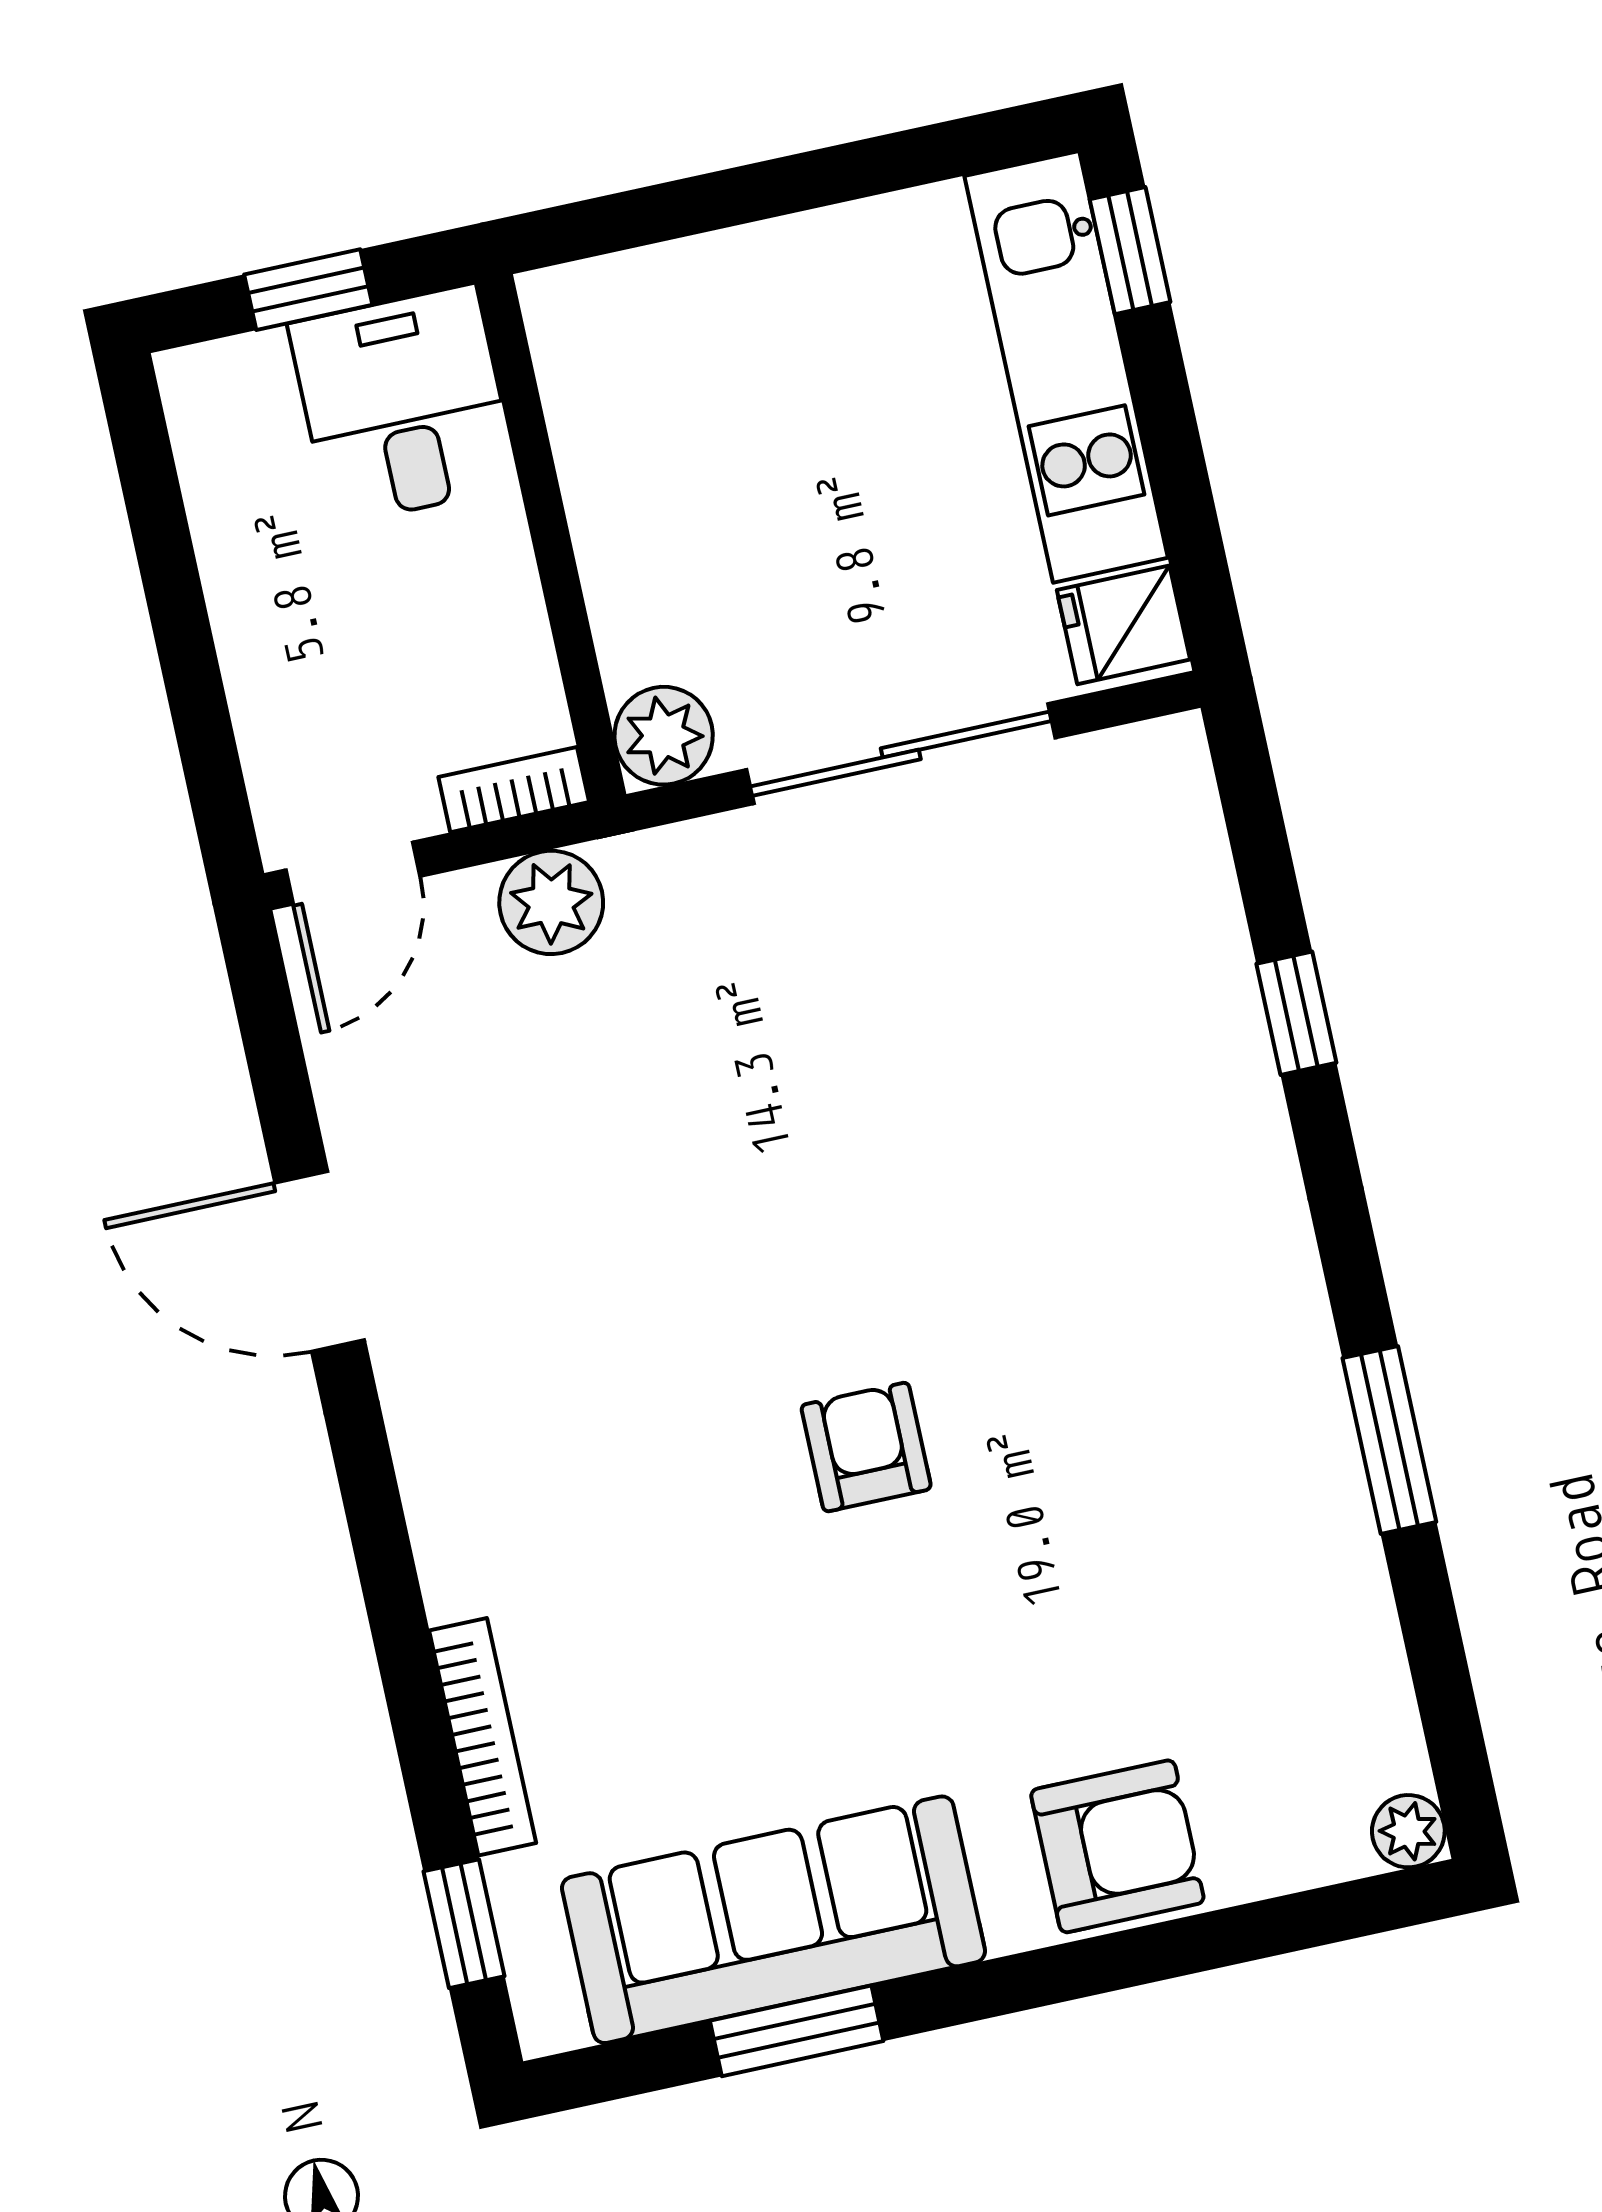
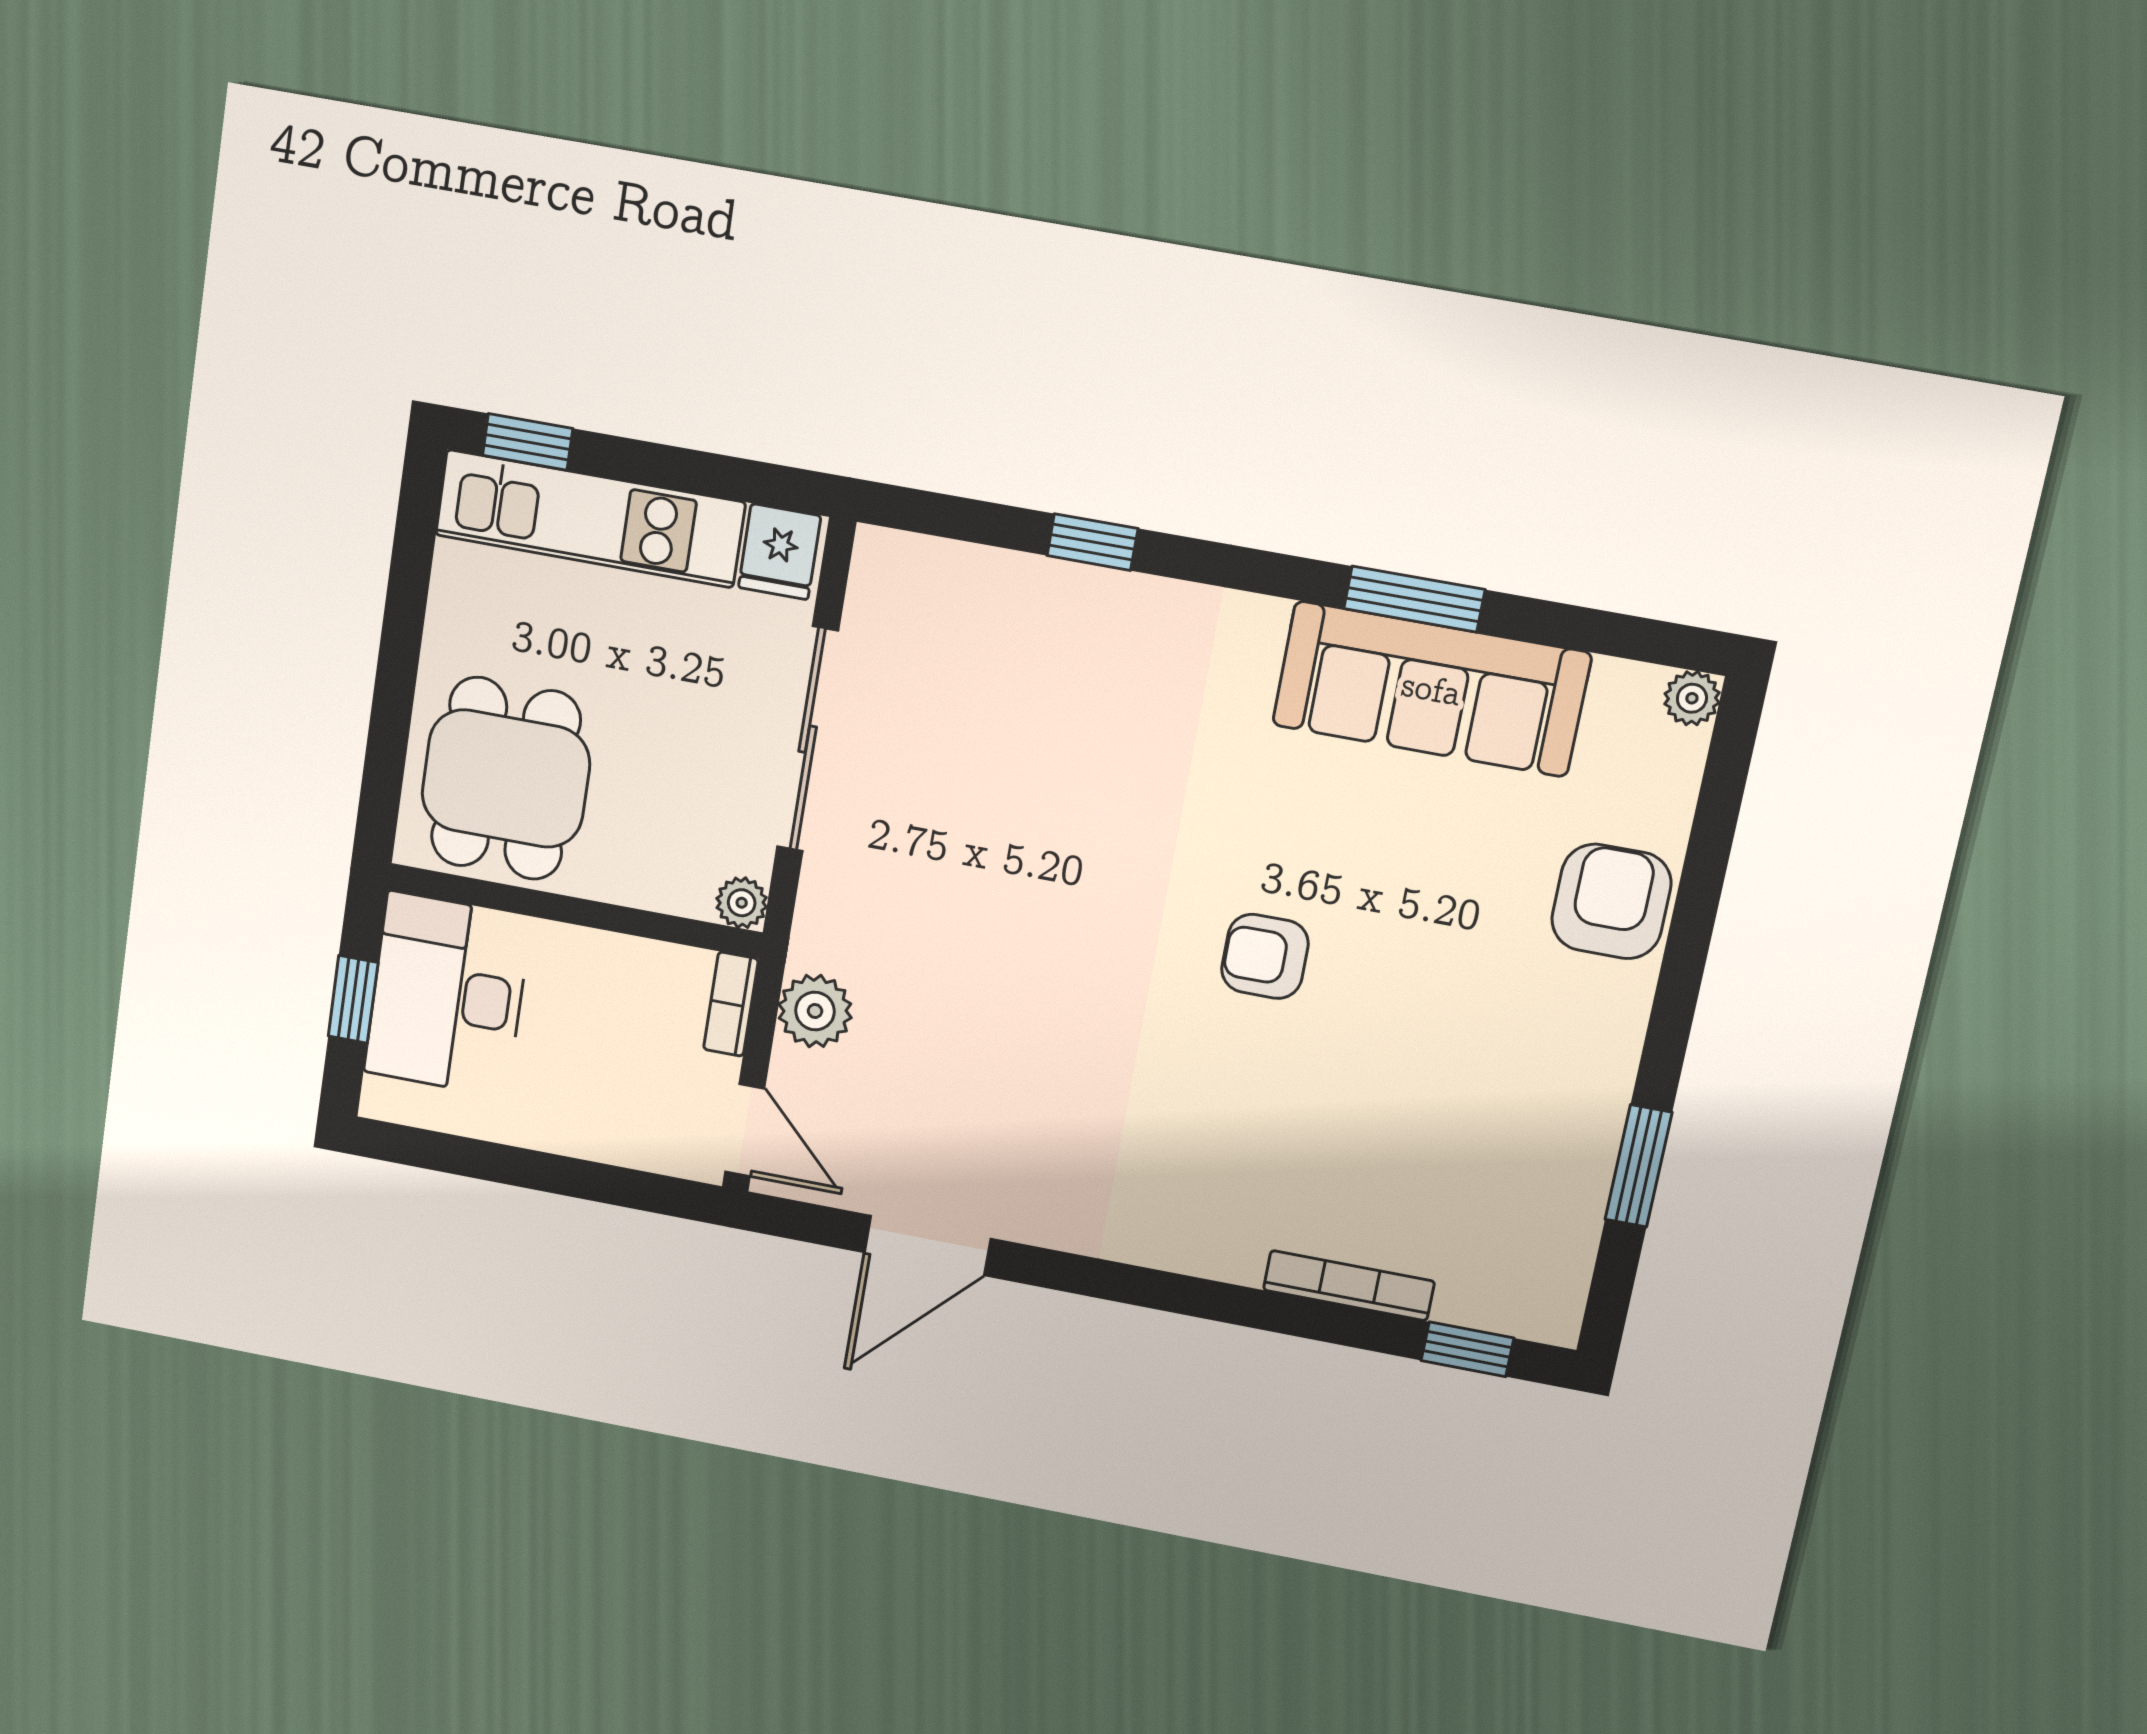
dining table: (687, 383) -> (506, 779), added
desk: (403, 405) -> (447, 995), width x1.37
plant: (664, 736) -> (742, 903), width x0.73, depth x0.73
door: (320, 1261) -> (927, 1245), moved
sofa: (773, 1920) -> (1431, 689), moved, turned -90

